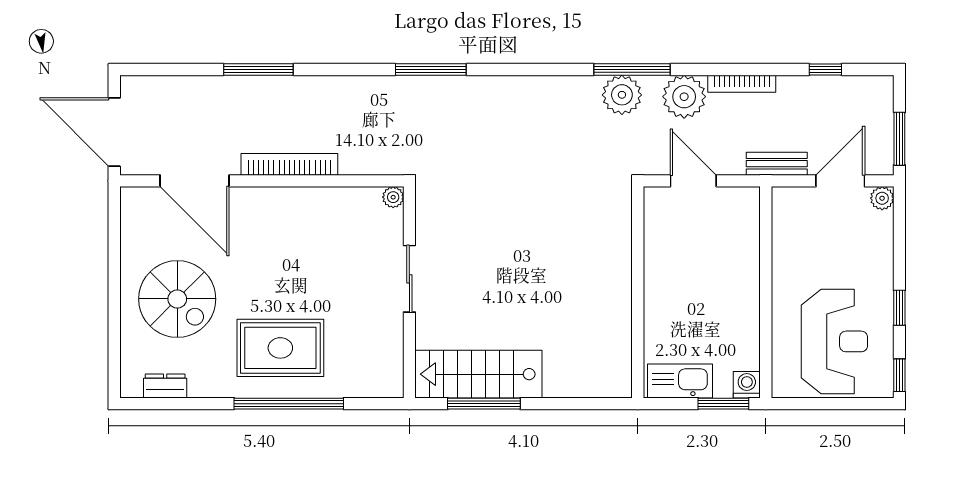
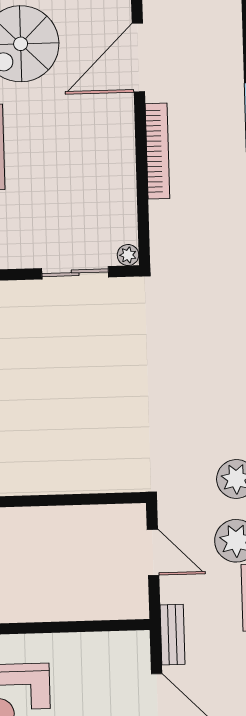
door: (693, 181) -> (153, 552), hinge flipped
sliding door: (409, 279) -> (75, 273), moved

